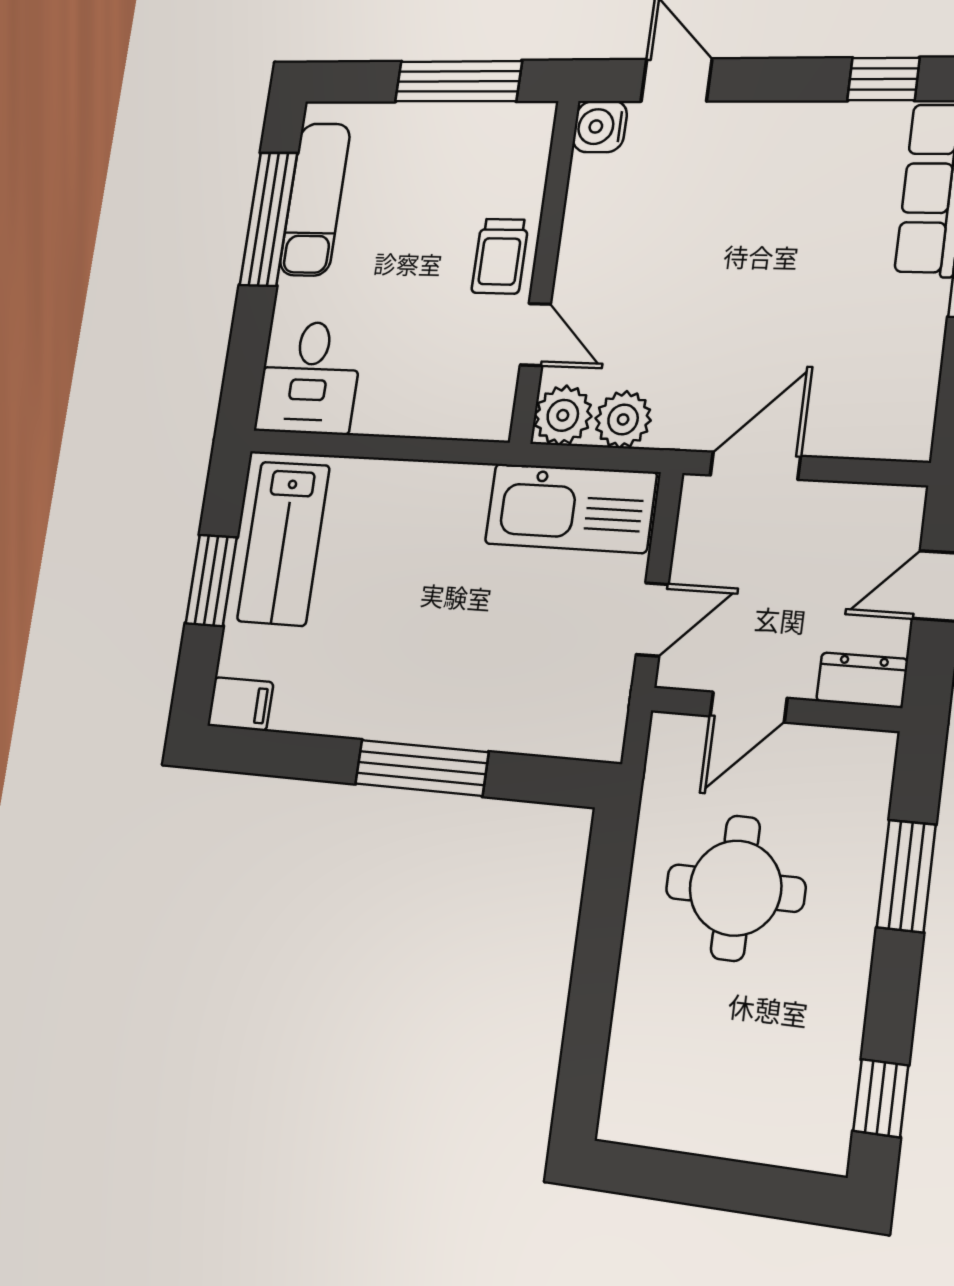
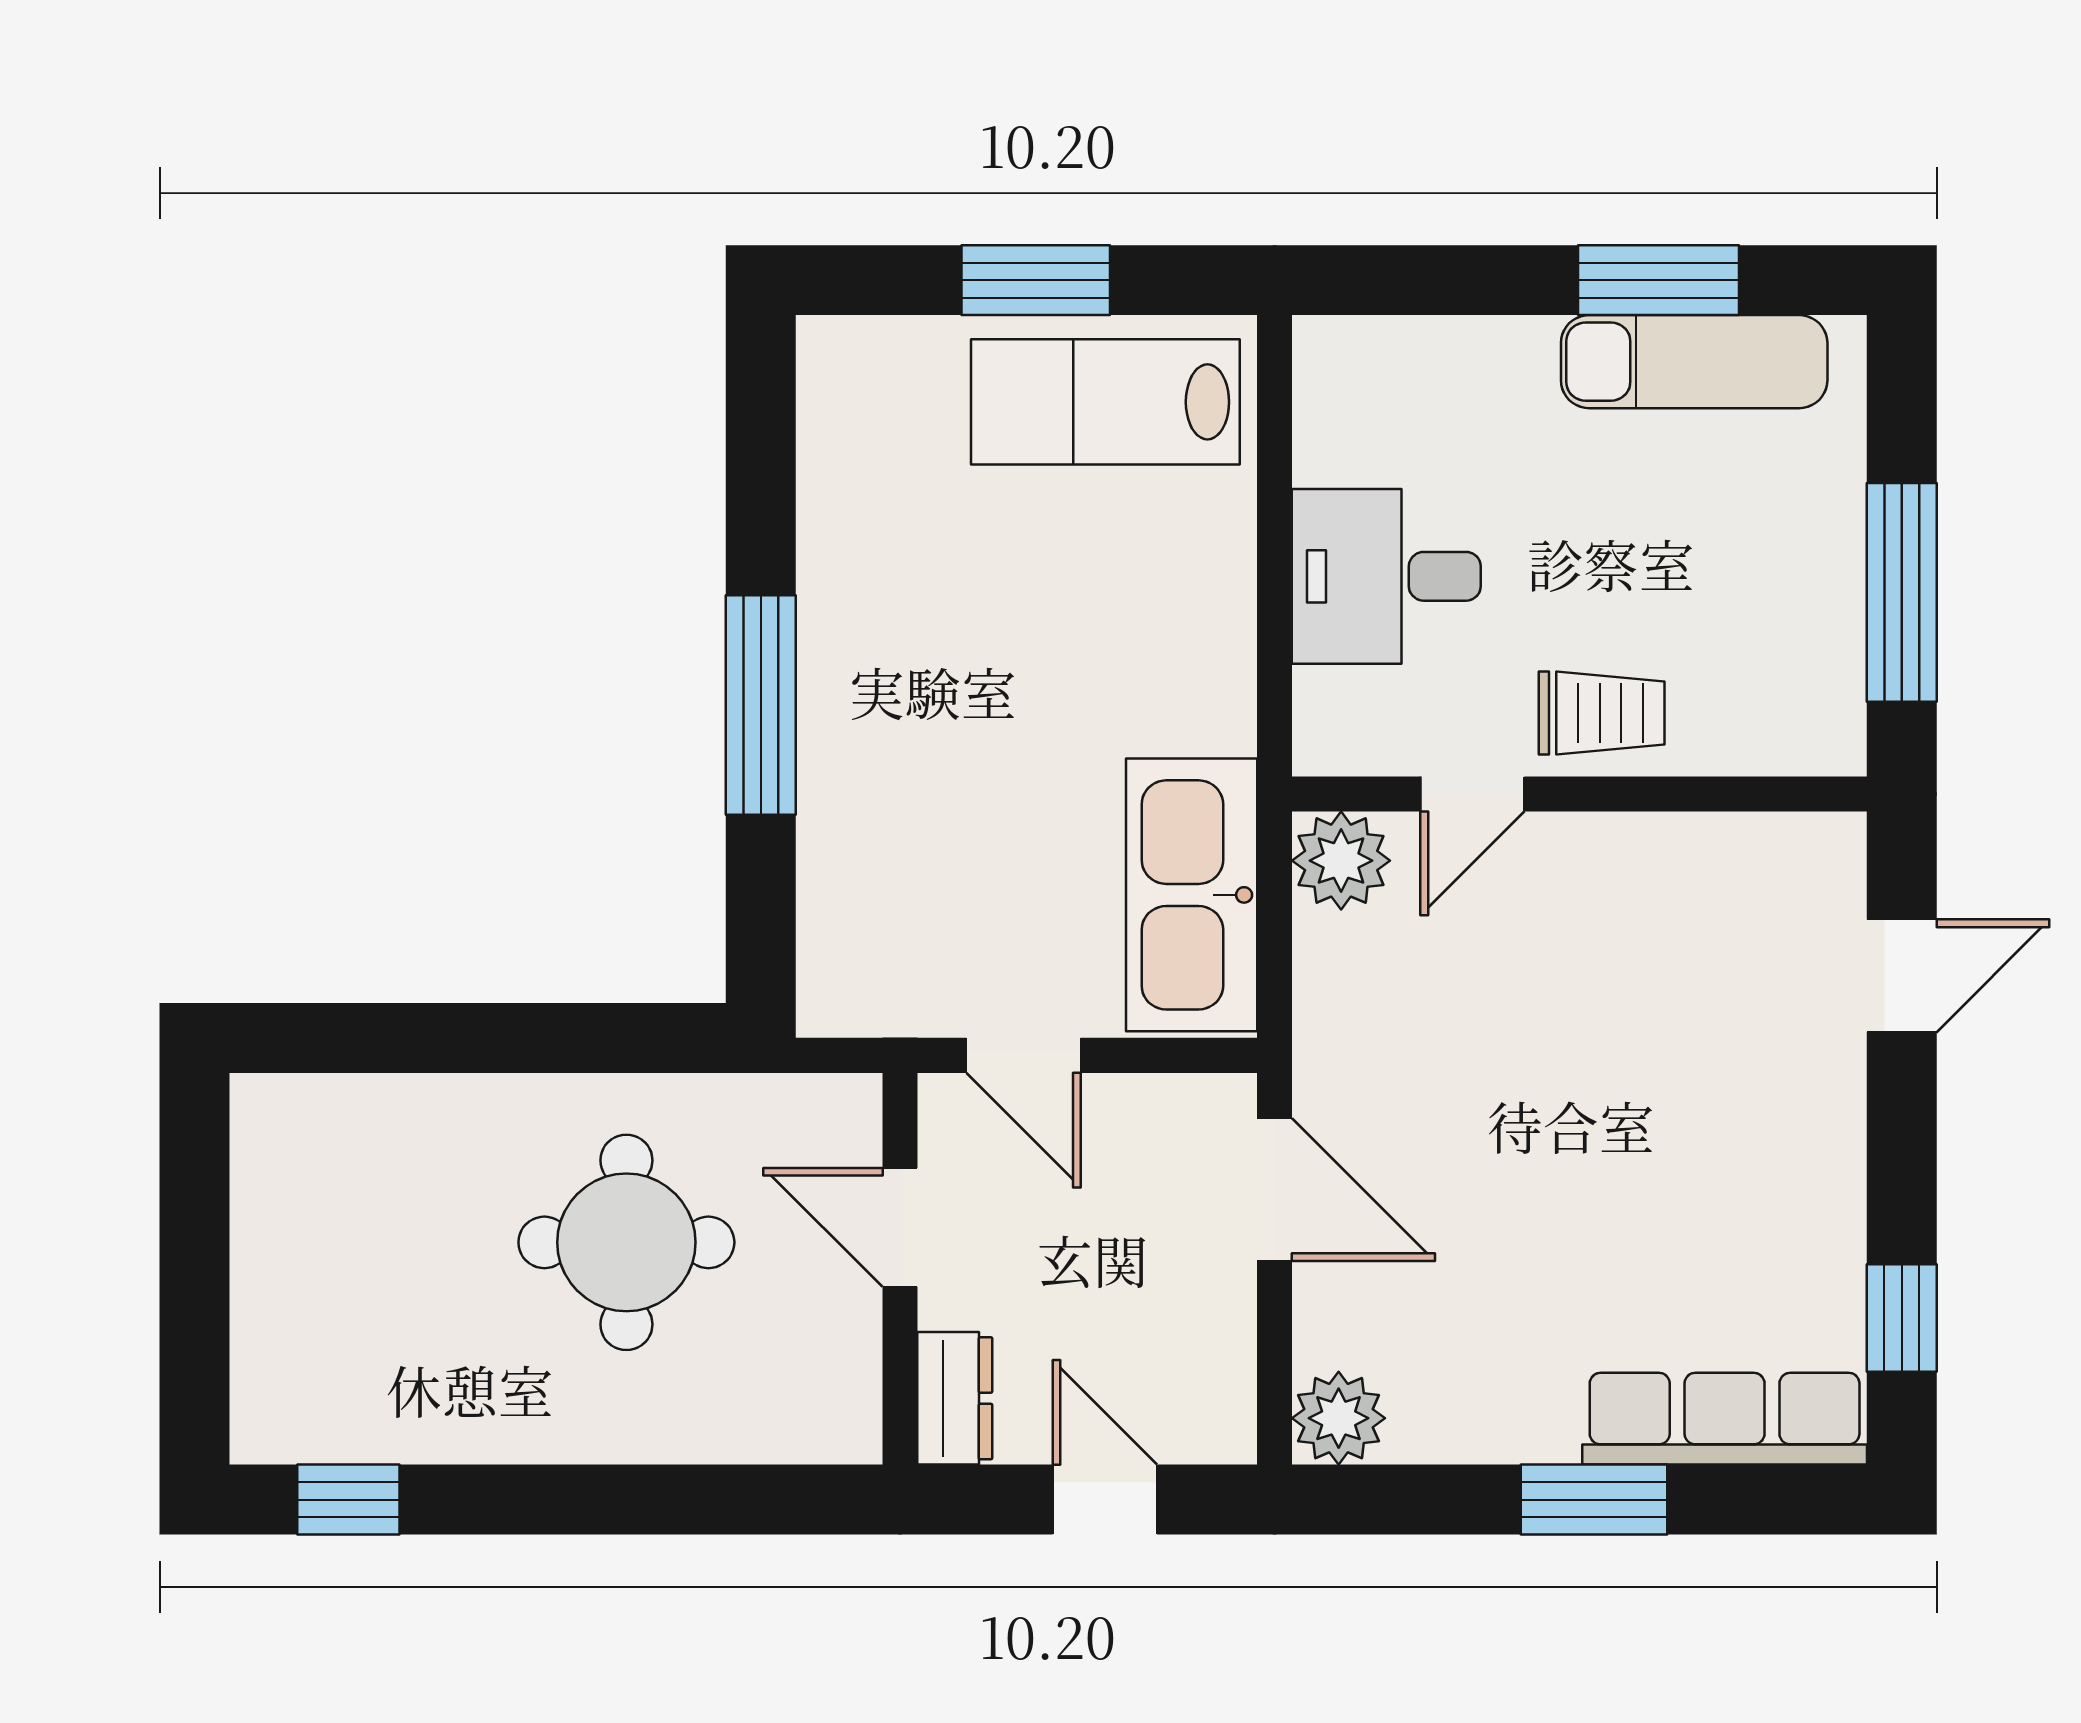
water cooler: (600, 127) -> (1823, 855), removed
window: (269, 219) -> (1659, 280), width x0.69
trolley: (500, 256) -> (1602, 713), turned 180
desk: (309, 378) -> (1386, 576), moved
plant: (623, 419) -> (1339, 1418), moved
filing cabinet: (240, 704) -> (836, 369), removed
window: (906, 876) -> (671, 1500), removed

